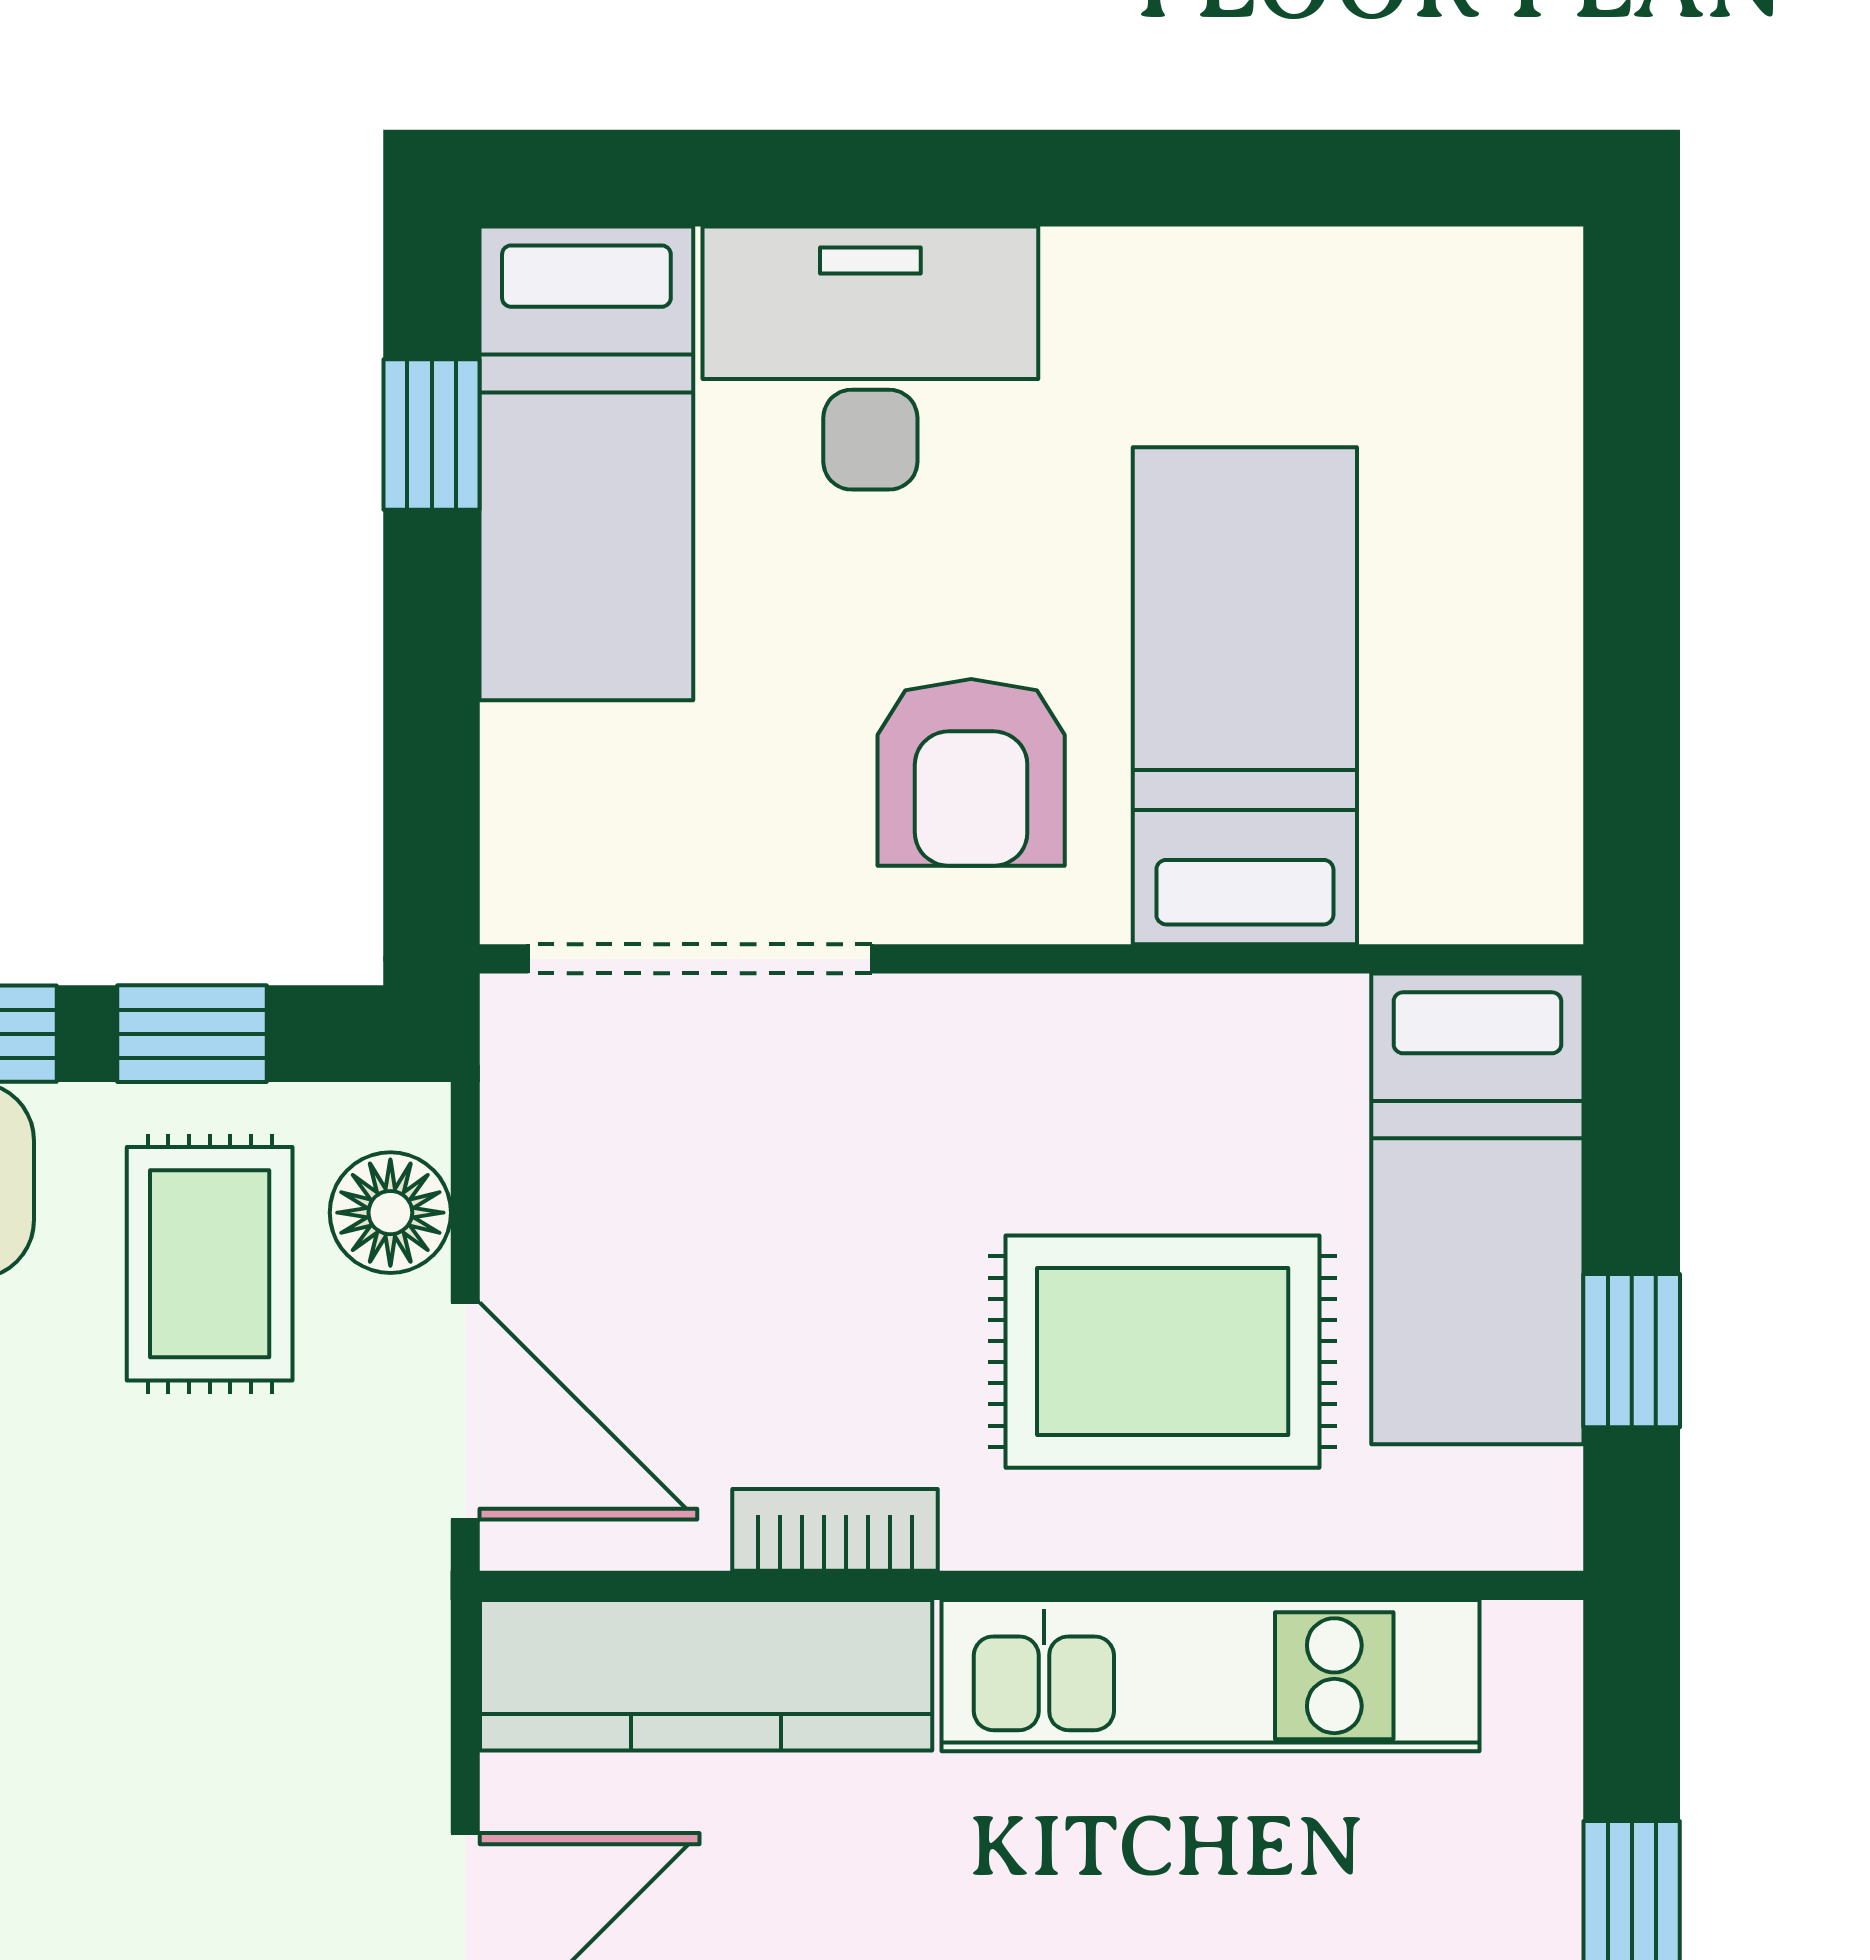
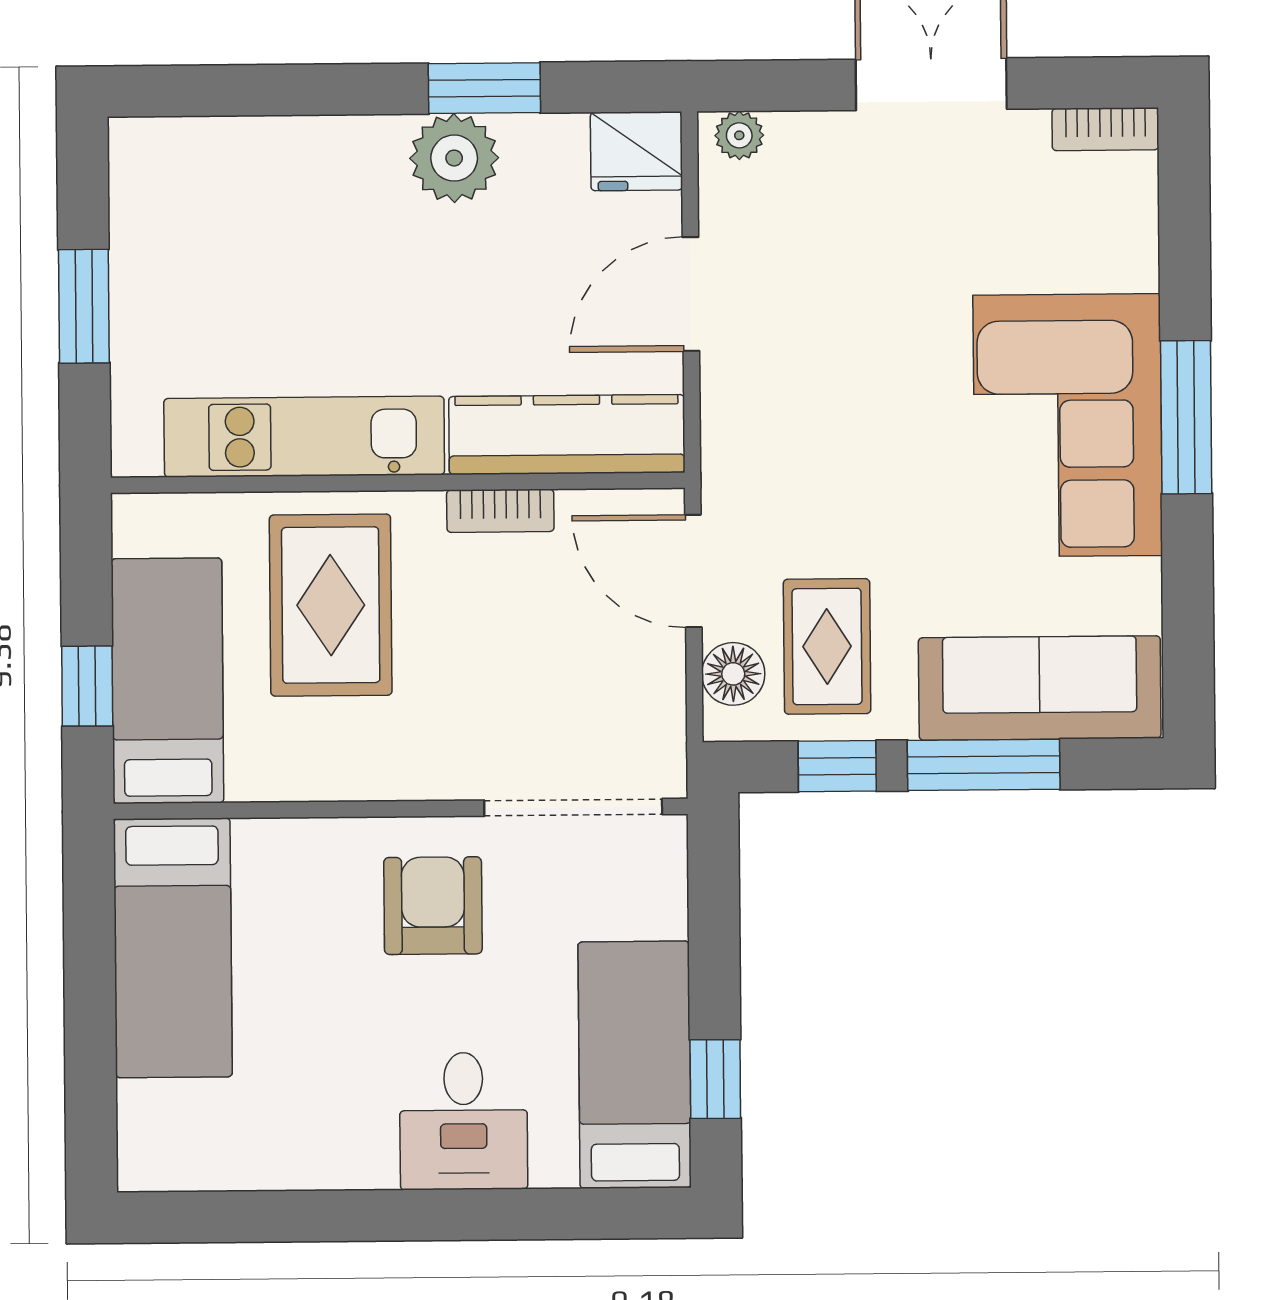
desk: (870, 358) -> (464, 1121), width x0.73
bed: (1245, 696) -> (173, 948), moved
window: (1632, 1351) -> (87, 686), moved
rug: (1163, 1352) -> (331, 605), turned 90

